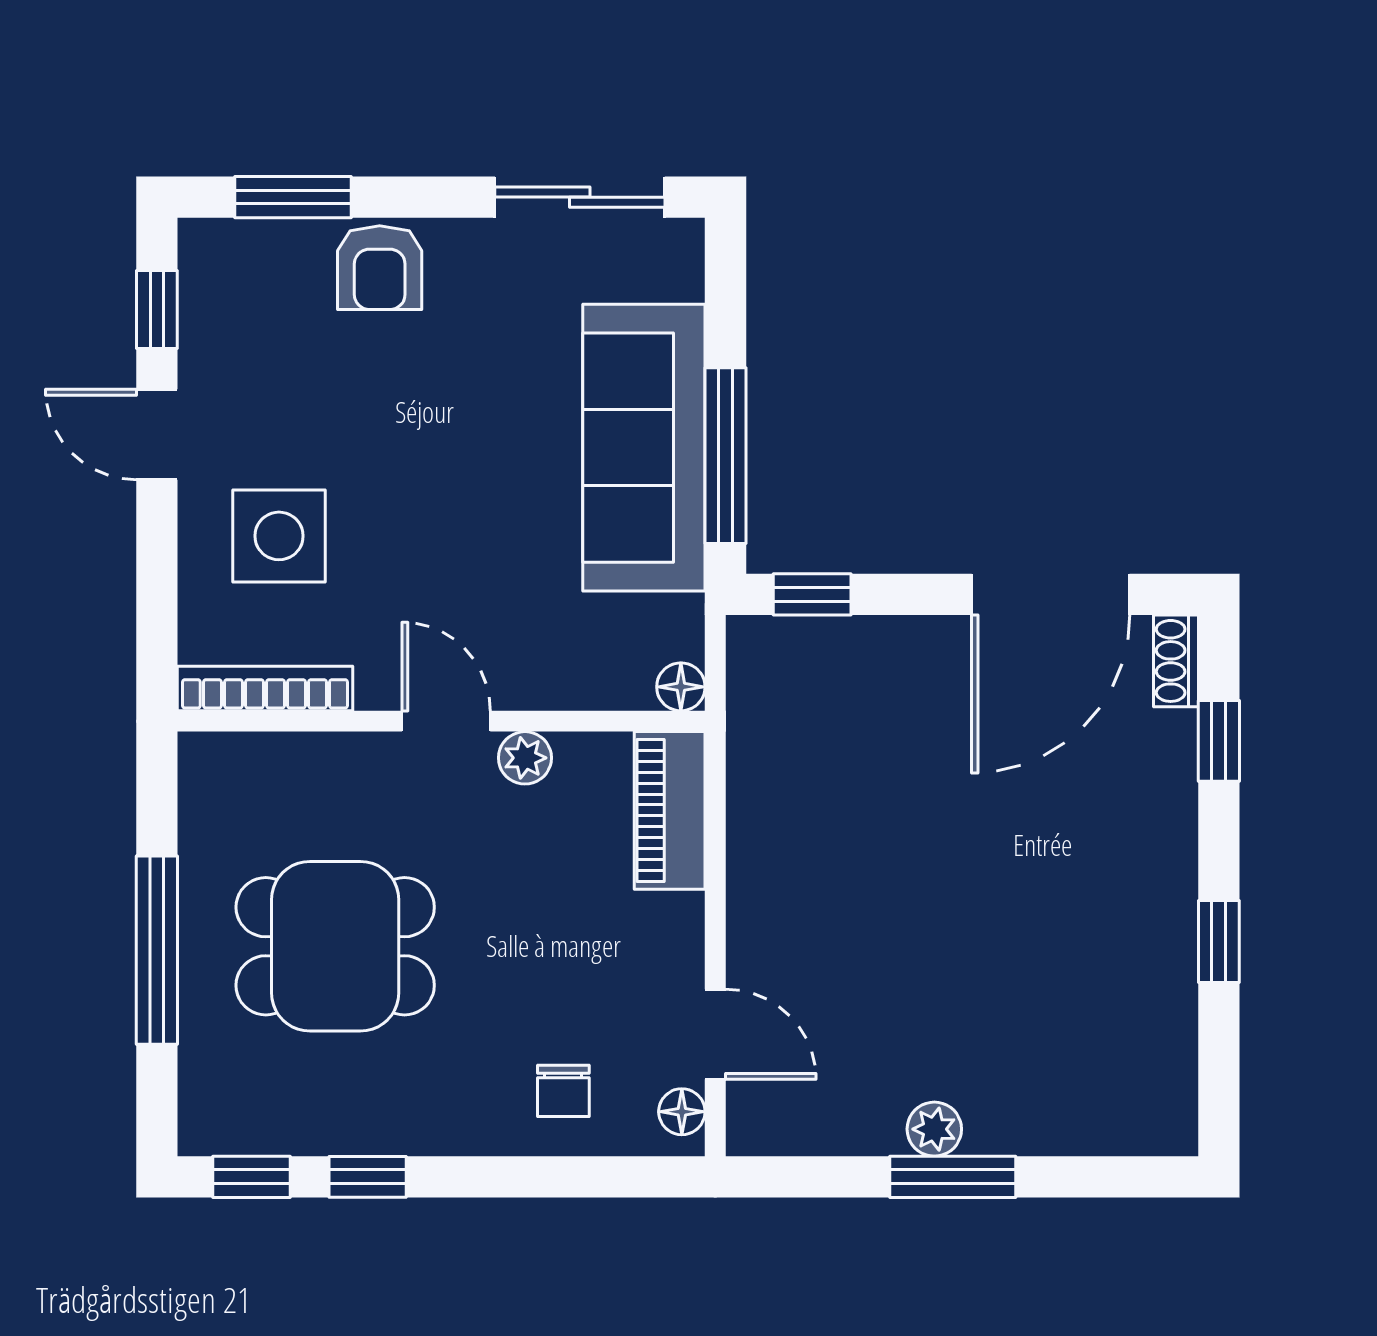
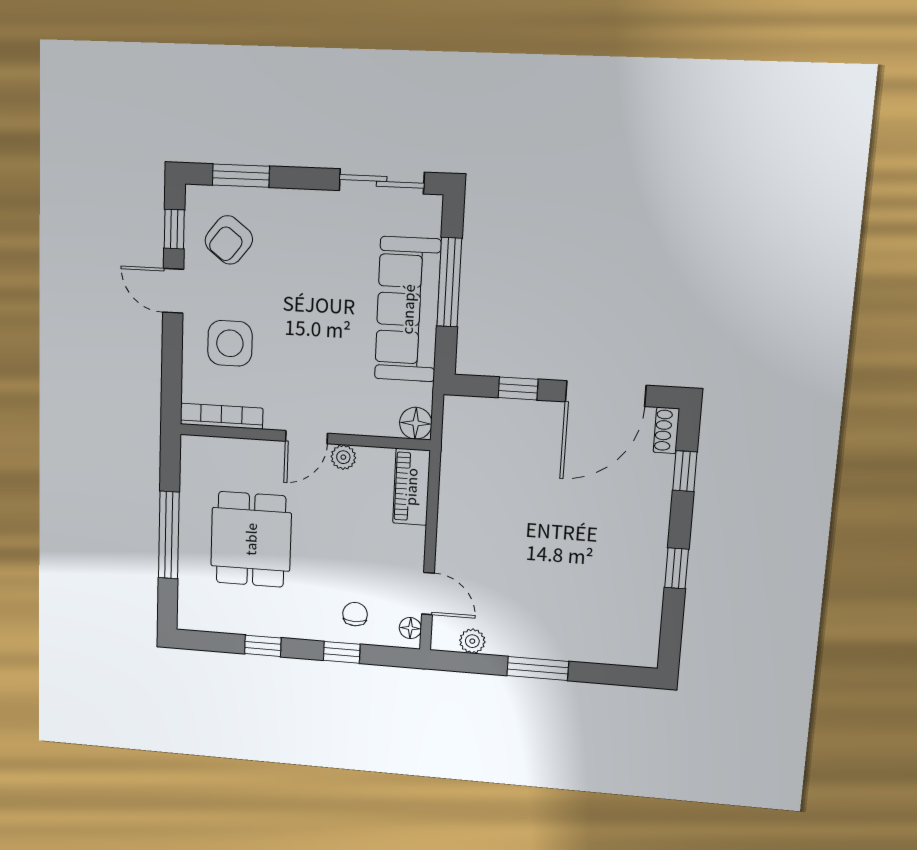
armchair: (380, 268) -> (229, 240), moved, turned 38
window: (726, 456) -> (449, 282), moved
window: (812, 594) -> (518, 389), moved
floor lamp: (681, 687) -> (416, 423), width x1.37, depth x1.37
door: (446, 721) -> (306, 437), swing flipped
dining table: (335, 946) -> (251, 539), turned 90
chair: (563, 1091) -> (355, 614), turned 180
plant: (934, 1129) -> (472, 641), moved
window: (251, 1177) -> (342, 652), moved

